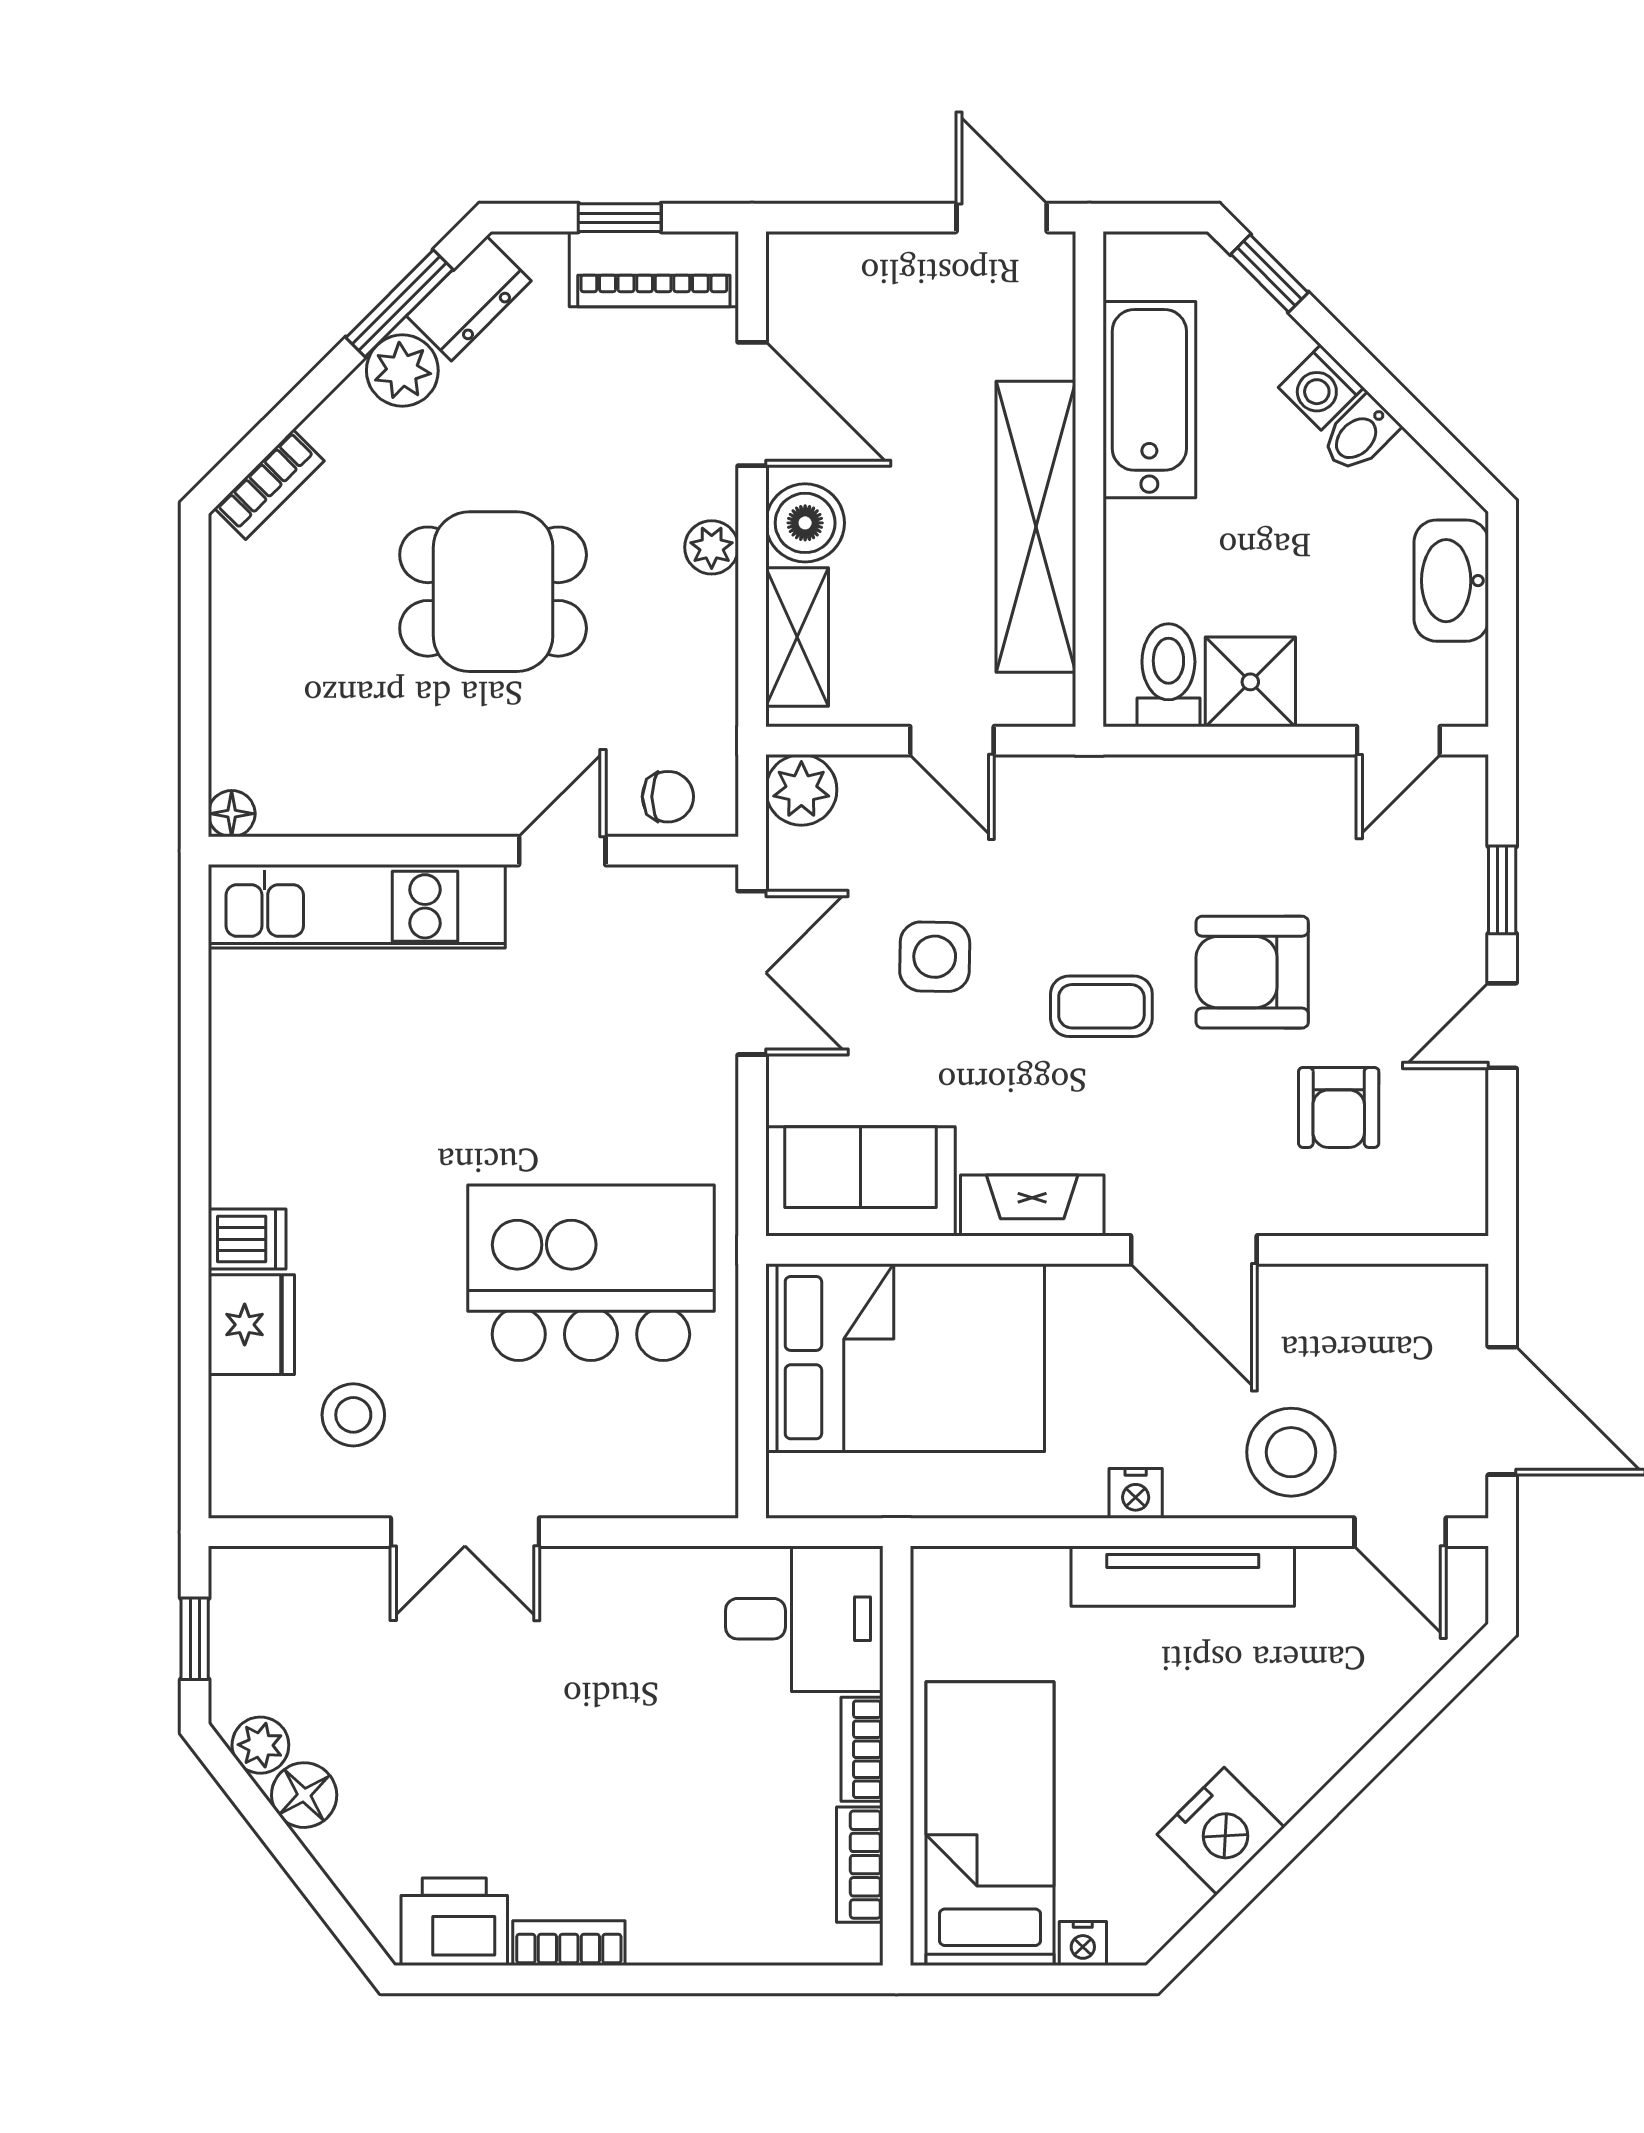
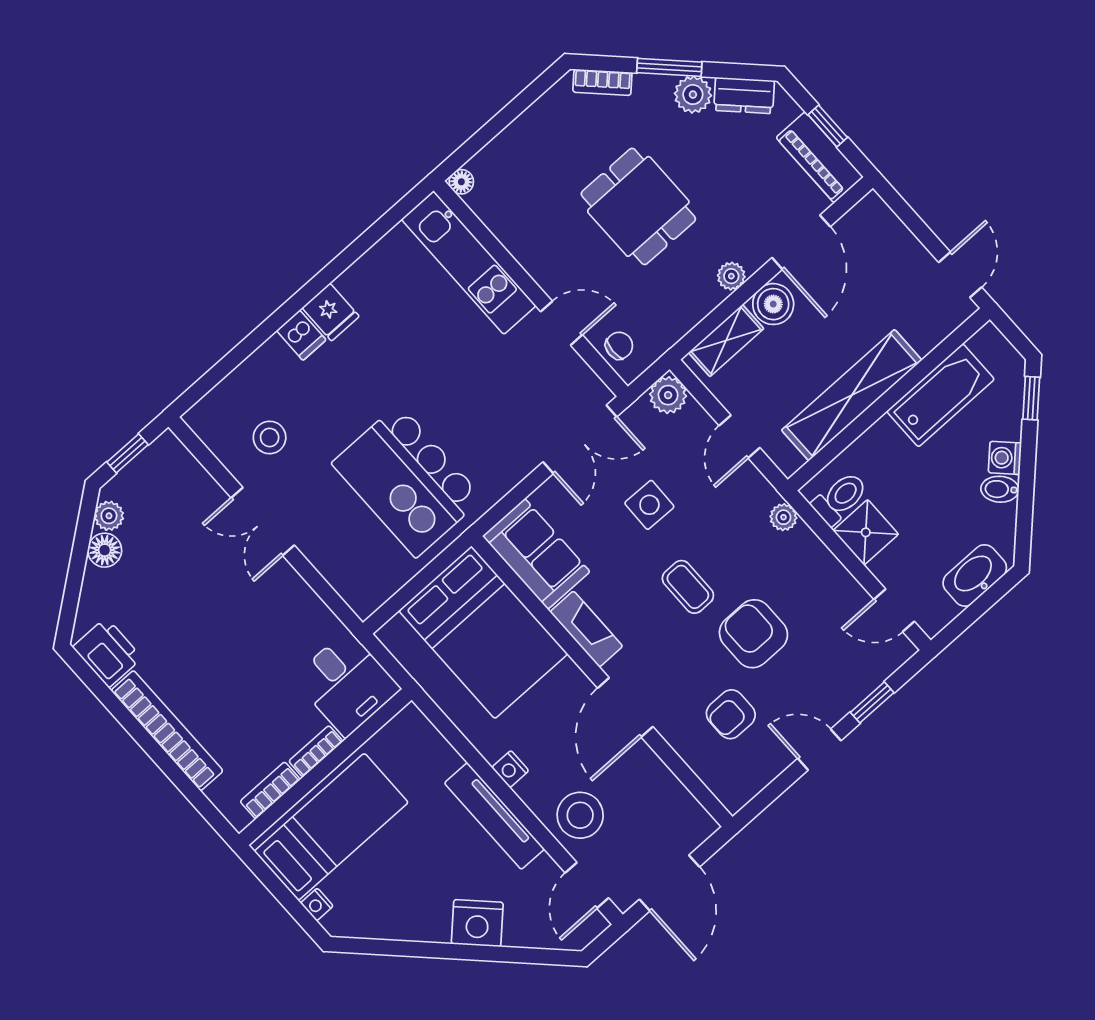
window: (399, 303) -> (669, 67), moved
plant: (1124, 780) -> (783, 517), added
chair: (668, 797) -> (619, 346), turned -87
kitchen island: (591, 1273) -> (407, 481), turned 180
fridge: (251, 1325) -> (331, 312), moved, width x0.72
nightstand: (1221, 1831) -> (477, 923), moved
bookcase: (569, 1943) -> (167, 731), width x2.31, depth x1.31

